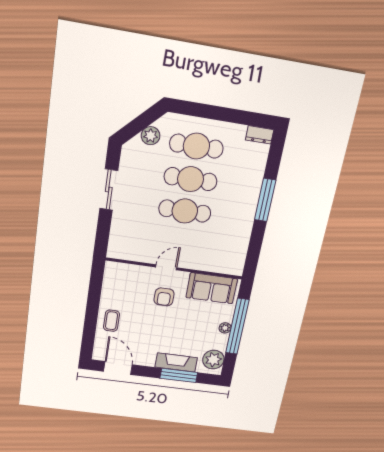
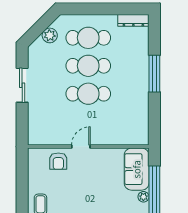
dresser: (260, 135) -> (133, 20), width x1.44
sofa: (212, 288) -> (137, 169), moved, turned 90
armchair: (164, 297) -> (58, 161), moved

